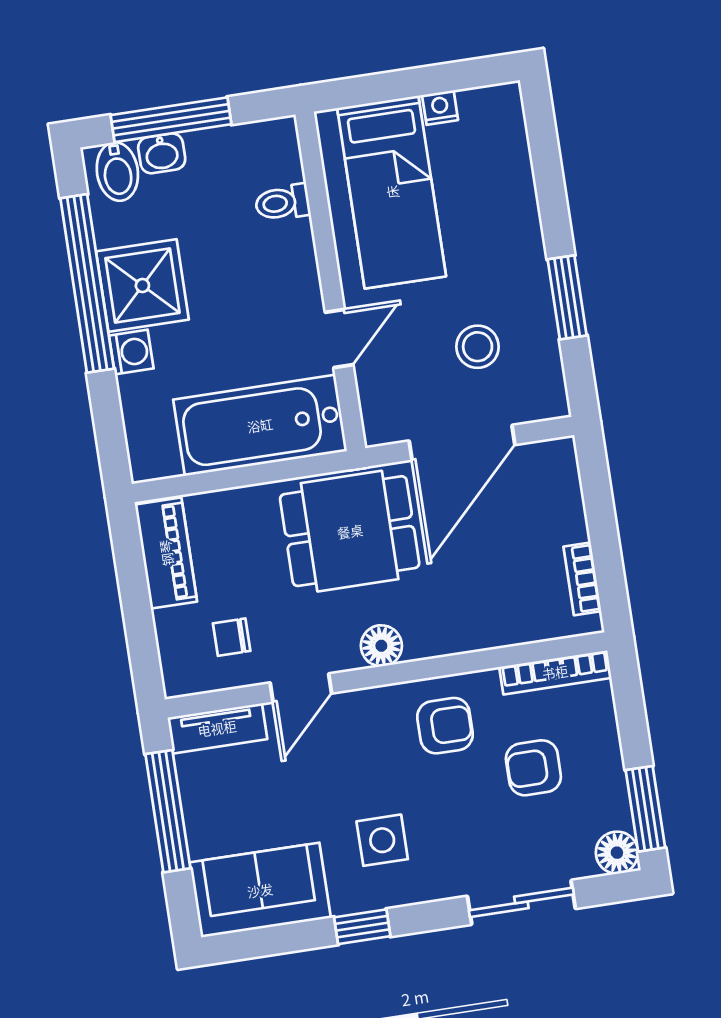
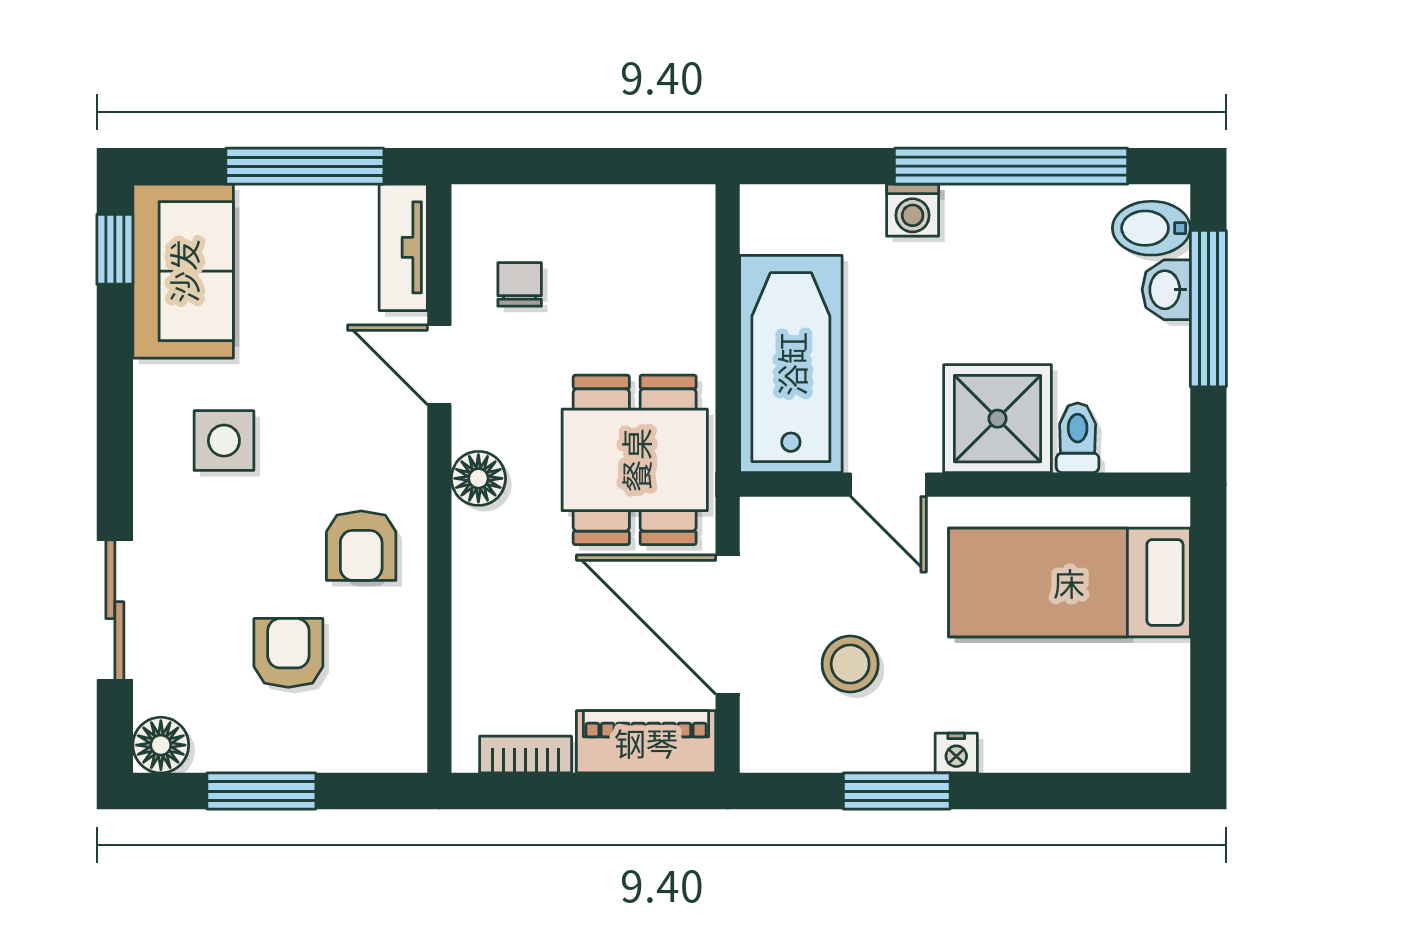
nightstand: (440, 108) -> (956, 753), moved, turned 90
shower: (142, 285) -> (997, 419), moved
piano: (166, 553) -> (646, 742), moved, turned 180
bookcase: (555, 672) -> (409, 701), removed
window: (645, 809) -> (261, 791), moved
window: (362, 927) -> (115, 249), moved

